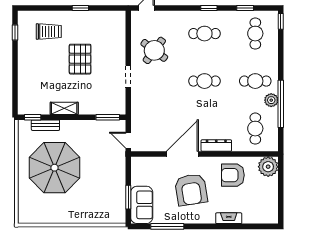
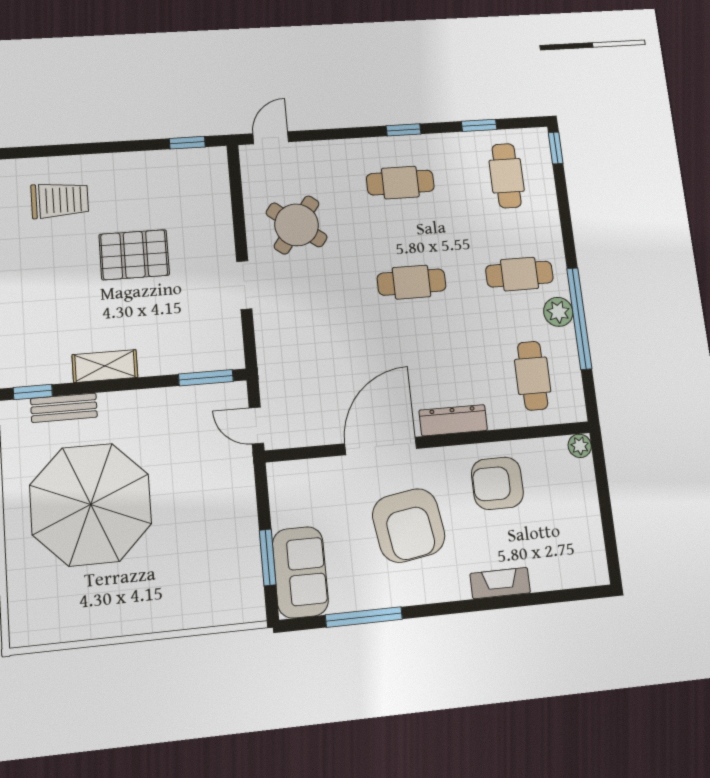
window: (80, 8) -> (187, 143), moved
pallet: (80, 59) -> (134, 255), turned 90
plant: (268, 167) -> (580, 446), width x0.53, depth x0.53

